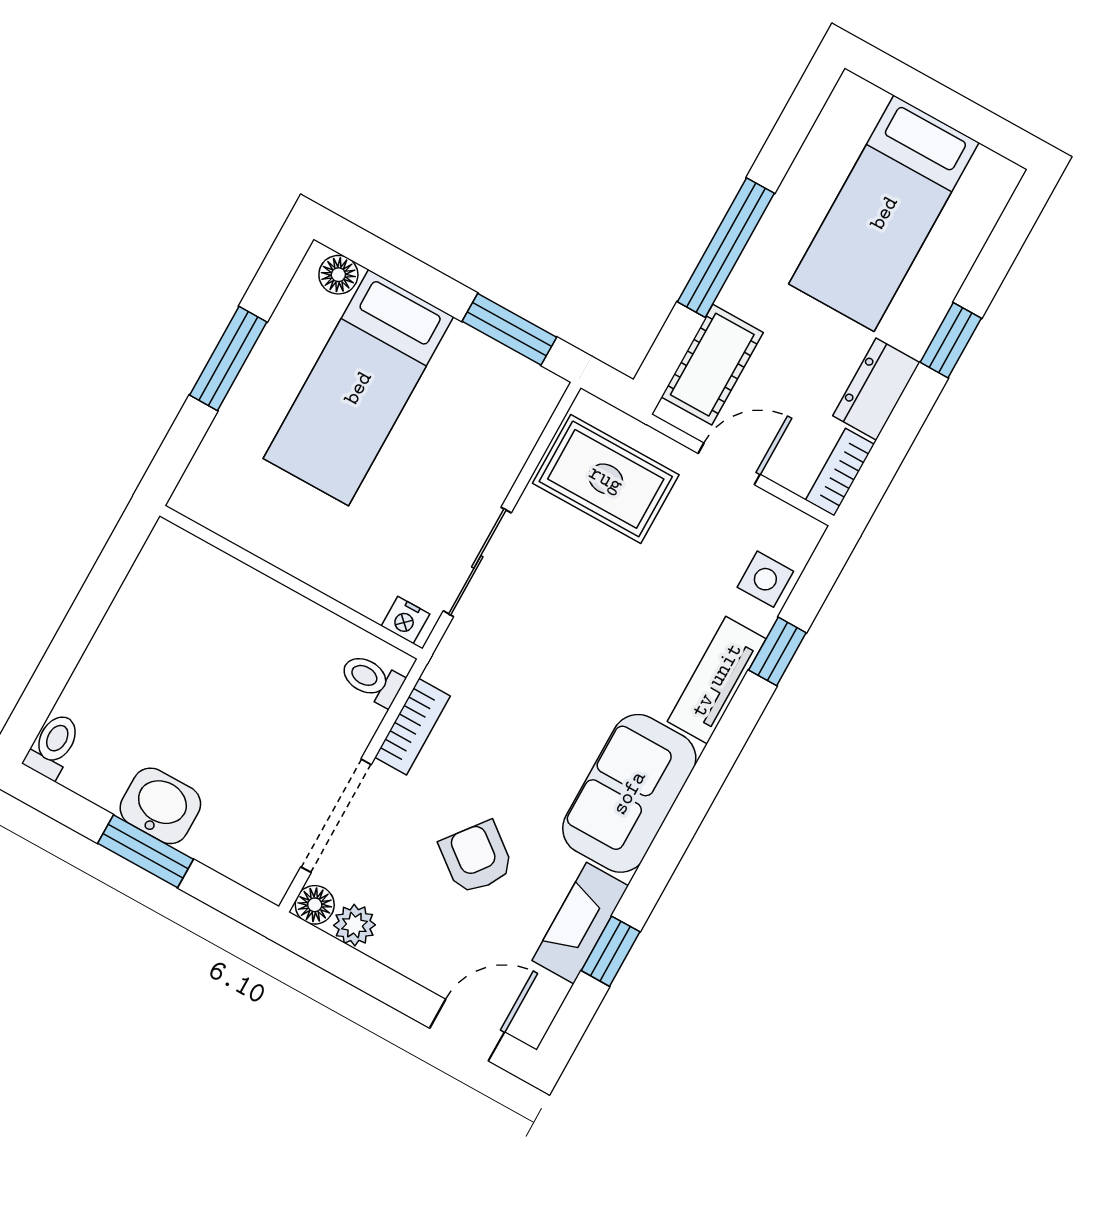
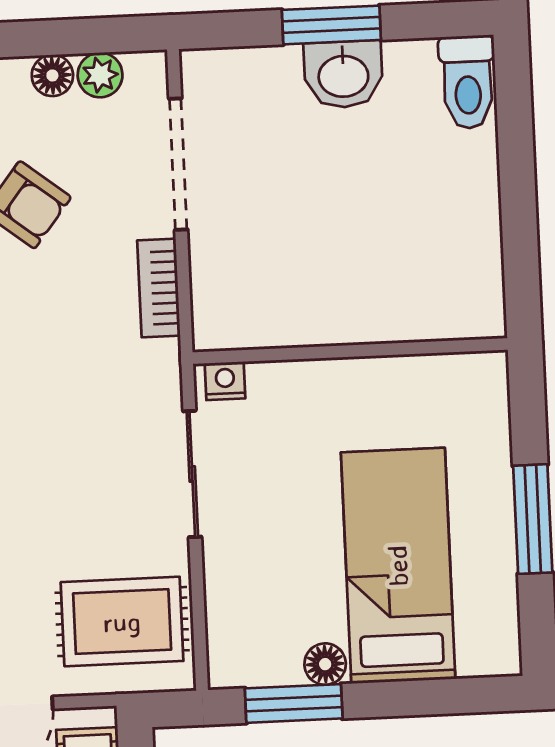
floor lamp: (338, 275) -> (325, 664), moved
toilet: (372, 679) -> (222, 308), removed
toilet: (53, 746) -> (468, 82), width x1.37, depth x1.39
floor lamp: (315, 905) -> (52, 75), moved

